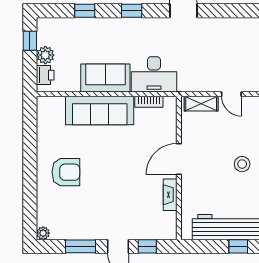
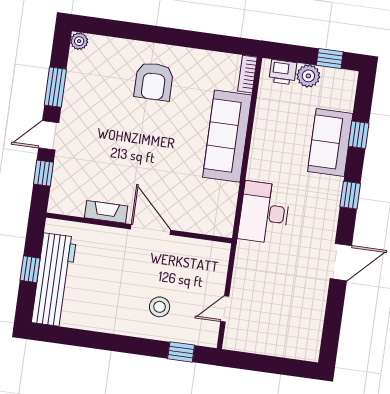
sofa: (105, 78) -> (330, 143), moved, turned 180
bookcase: (149, 102) -> (247, 74), moved
shelving: (201, 104) -> (218, 268), removed
stool: (242, 164) -> (160, 307), moved
window: (238, 246) -> (30, 269), moved

